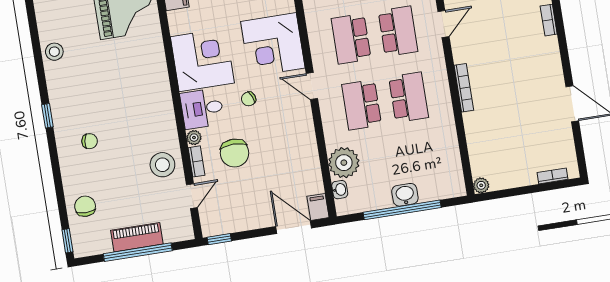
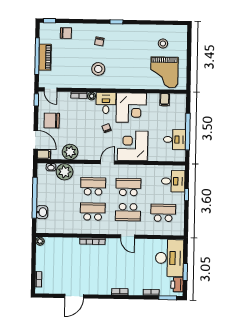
stool: (54, 52) -> (163, 44), moved
school desk: (409, 97) -> (93, 212), turned 180
chair: (235, 153) -> (52, 121), moved
plant: (305, 159) -> (70, 152), added
stool: (162, 165) -> (98, 69), moved
washbasin: (405, 195) -> (42, 212), moved
door: (192, 196) -> (50, 89), moved
door: (294, 227) -> (36, 140), hinge flipped

